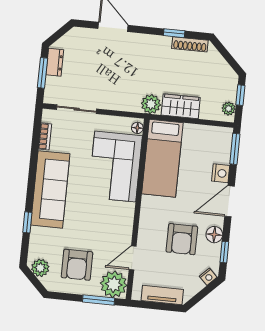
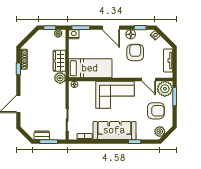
corner sofa: (115, 167) -> (115, 95), moved
nightstand: (221, 173) -> (74, 34), moved
armchair: (182, 239) -> (135, 53), turned -90

